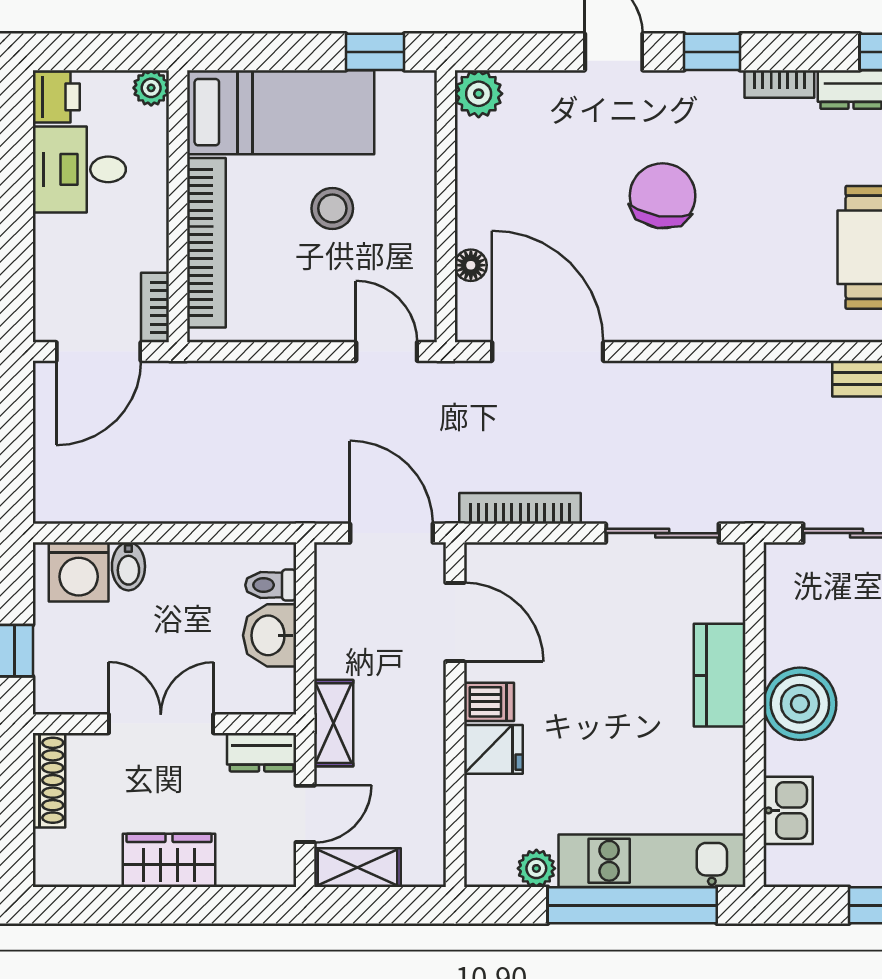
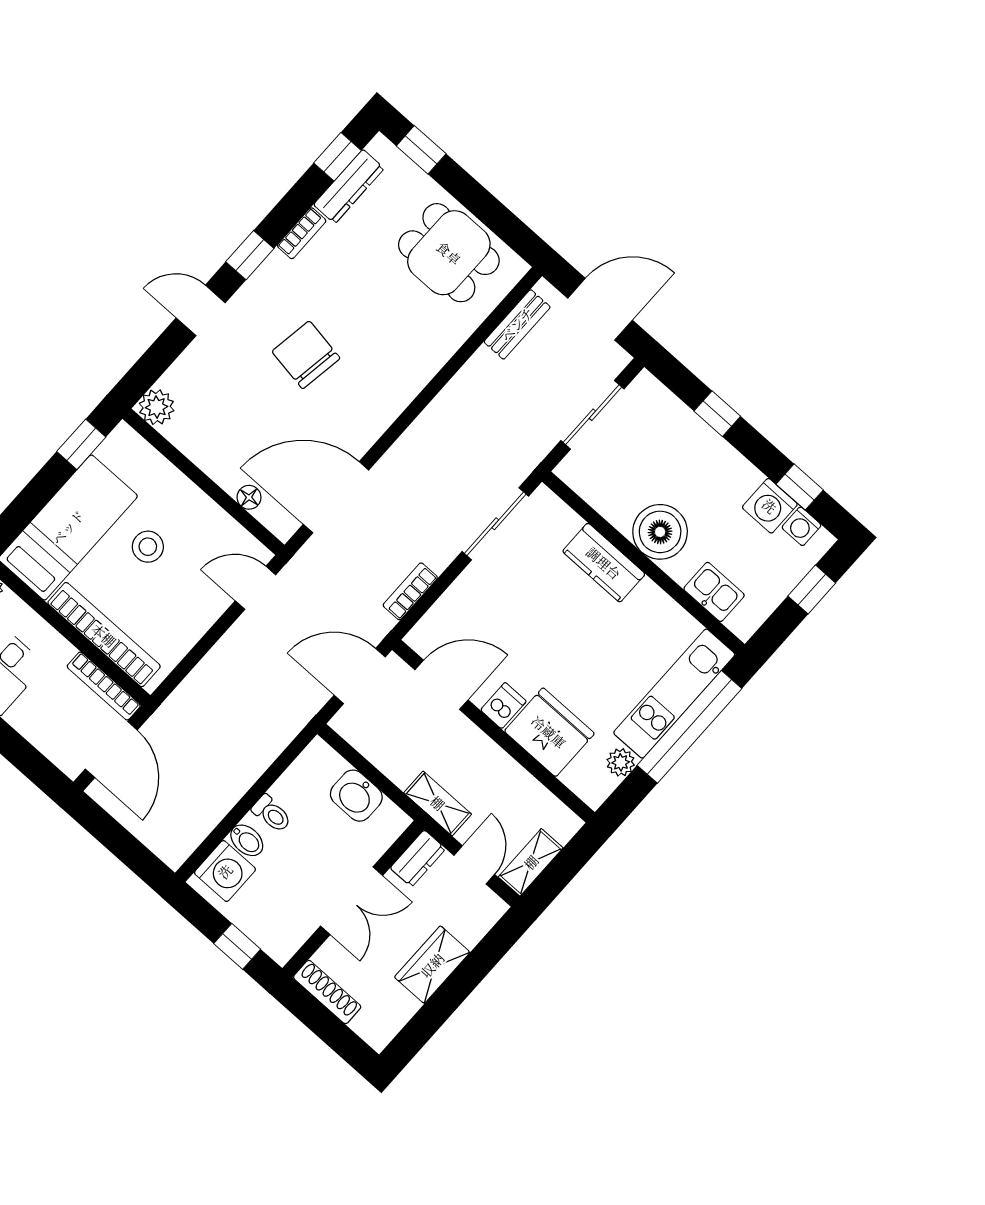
bookcase: (155, 308) -> (104, 686), width x1.56
bookcase: (520, 508) -> (410, 591), width x0.64
toilet: (271, 585) -> (272, 814), moved, turned -90
double door: (161, 724) -> (351, 901), swing flipped
fridge: (493, 749) -> (549, 732), width x1.88, depth x1.34

